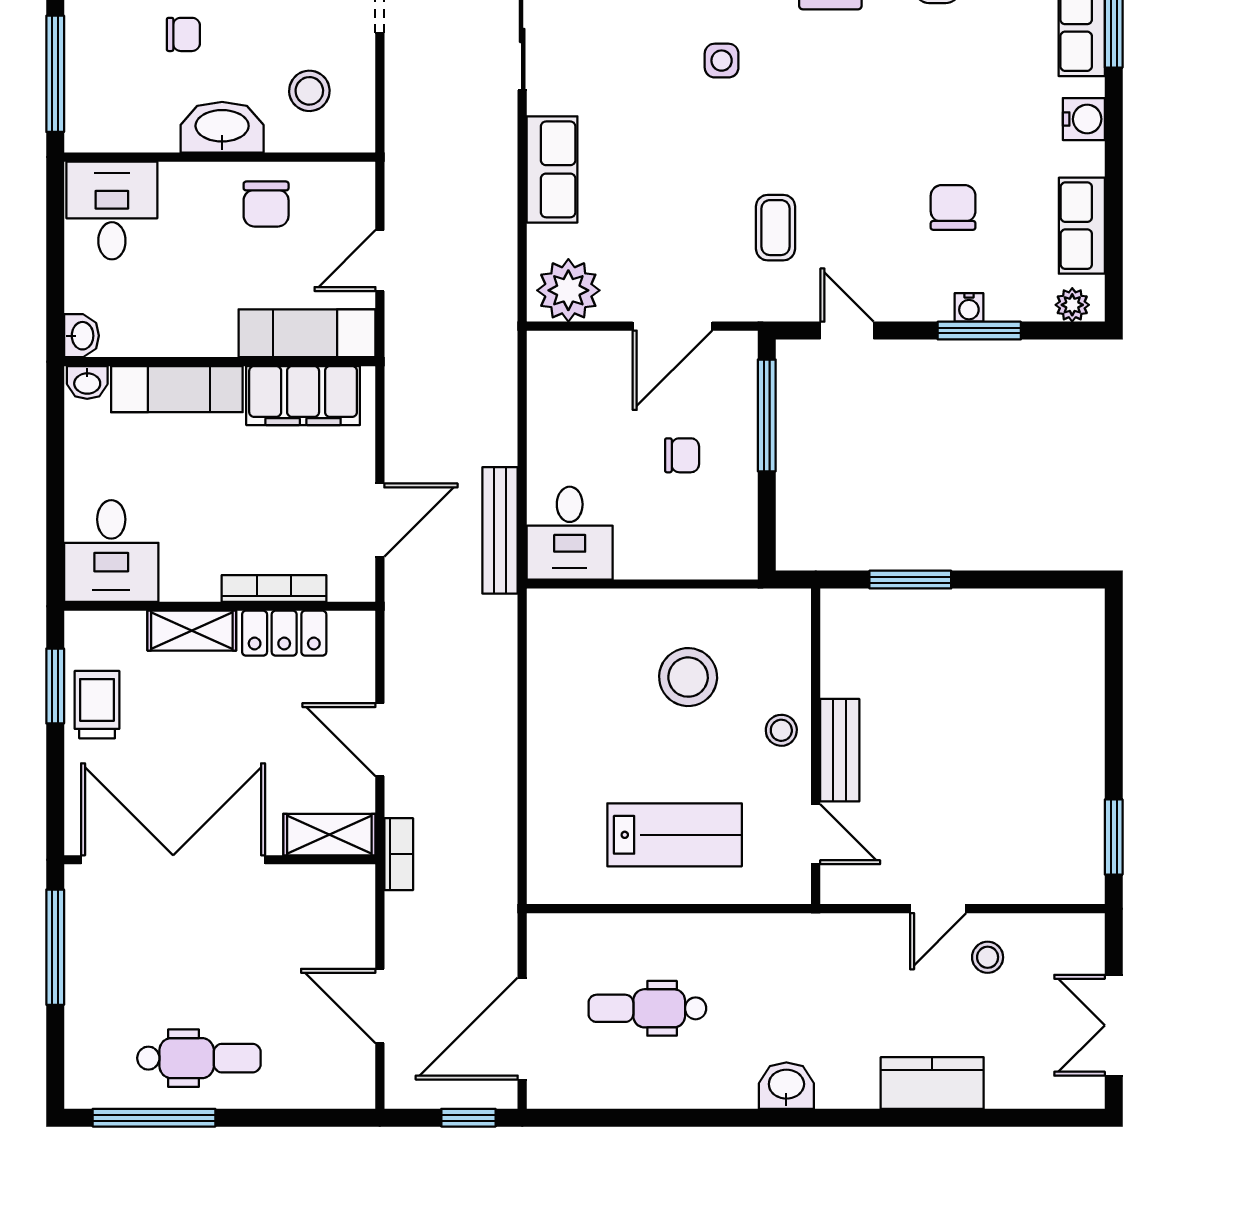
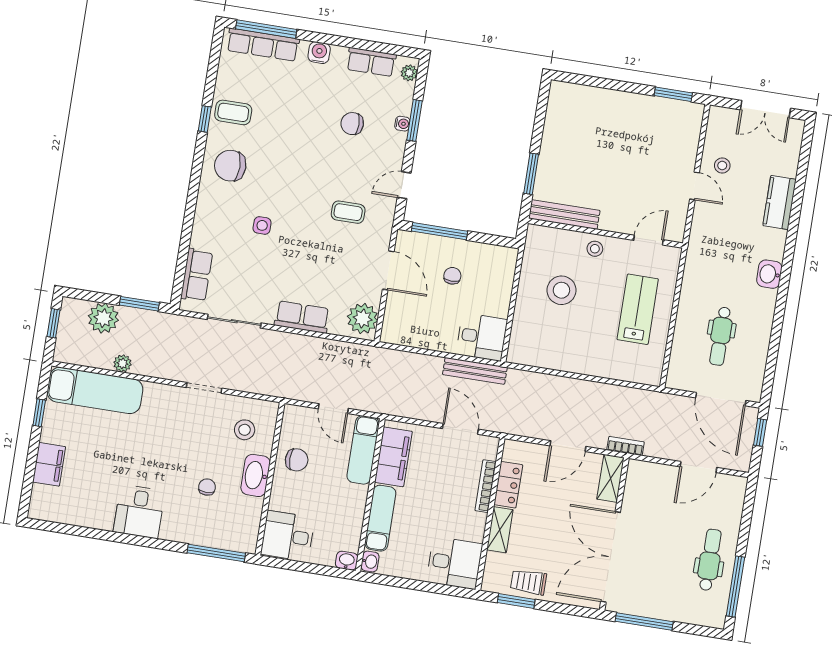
bench: (840, 750) -> (564, 214), moved, width x1.36

